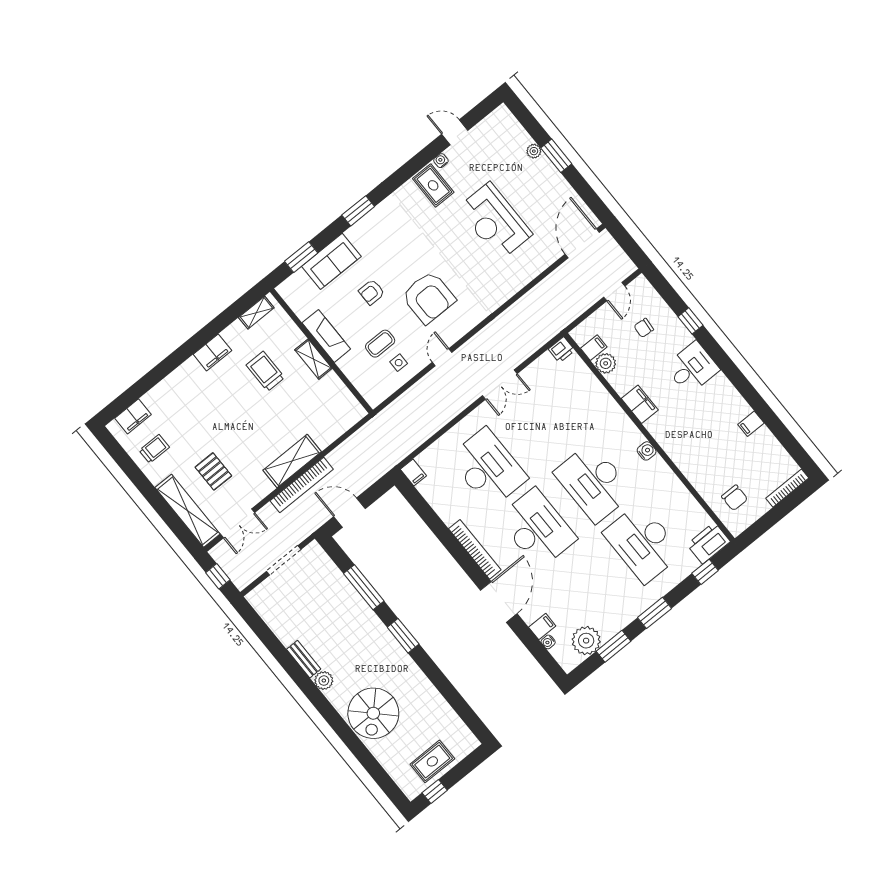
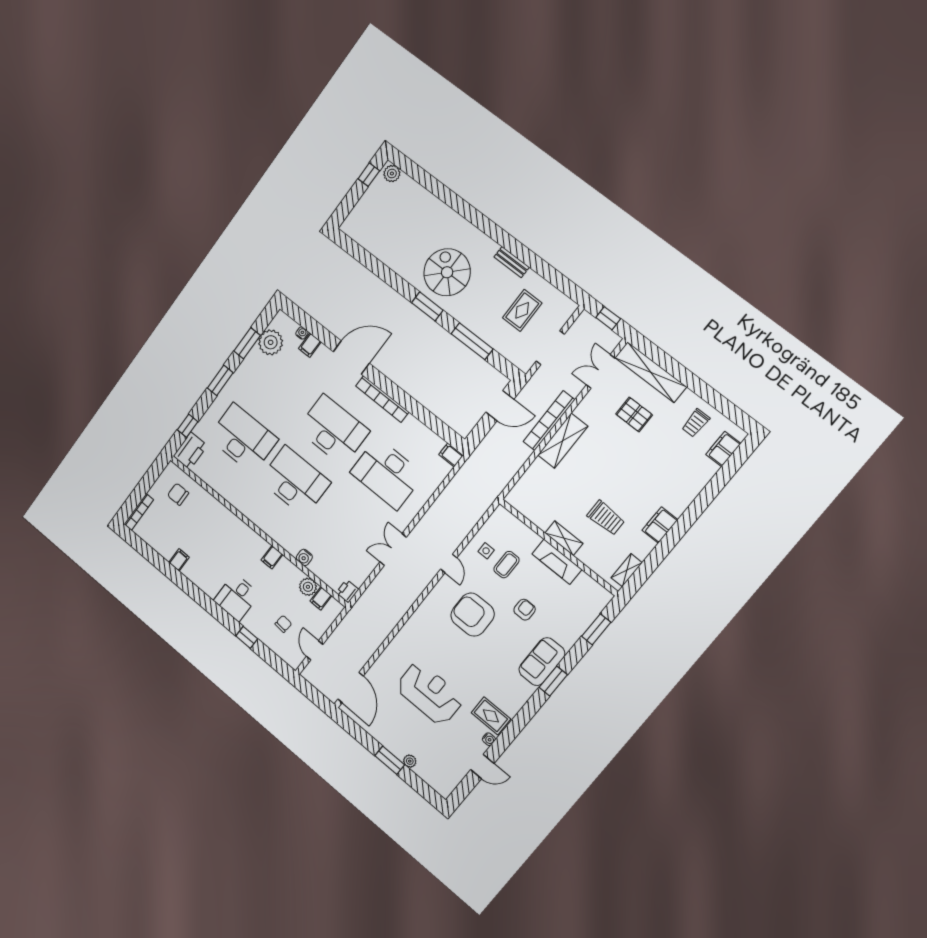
sofa: (331, 261) -> (542, 662), moved
filing cabinet: (640, 404) -> (272, 557), width x0.50
water cooler: (647, 451) -> (304, 557), moved
desk: (537, 528) -> (333, 430), turned 180
door: (499, 602) -> (351, 357), swing flipped
plant: (324, 681) -> (392, 174), moved
spiral stairs: (373, 713) -> (447, 272), moved
rug: (432, 761) -> (522, 310), moved

